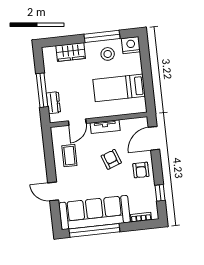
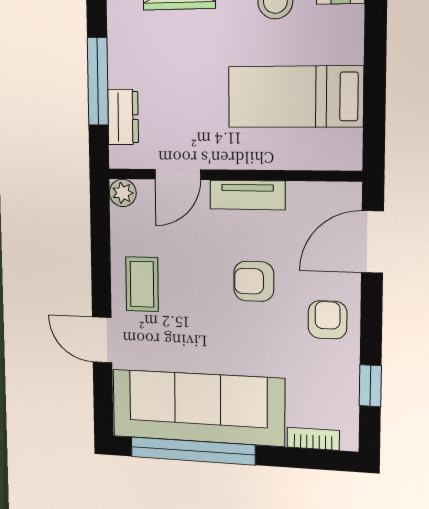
plant: (56, 132) -> (123, 193), added
coffee table: (69, 156) -> (142, 284), moved
armchair: (111, 159) -> (254, 281), turned -70
armchair: (141, 170) -> (328, 320), turned 180

